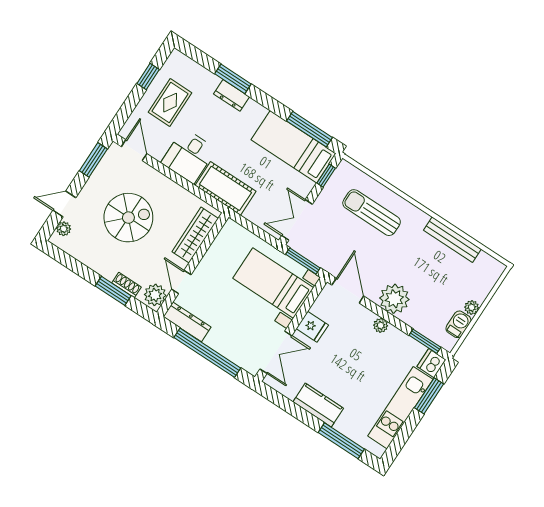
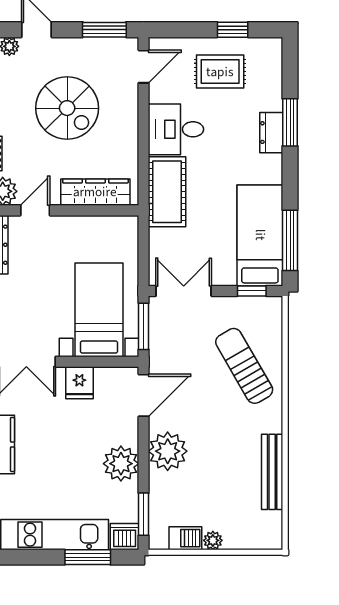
sun lounger: (372, 213) -> (244, 366), turned -30
plant: (381, 325) -> (121, 464), width x1.88, depth x1.88

